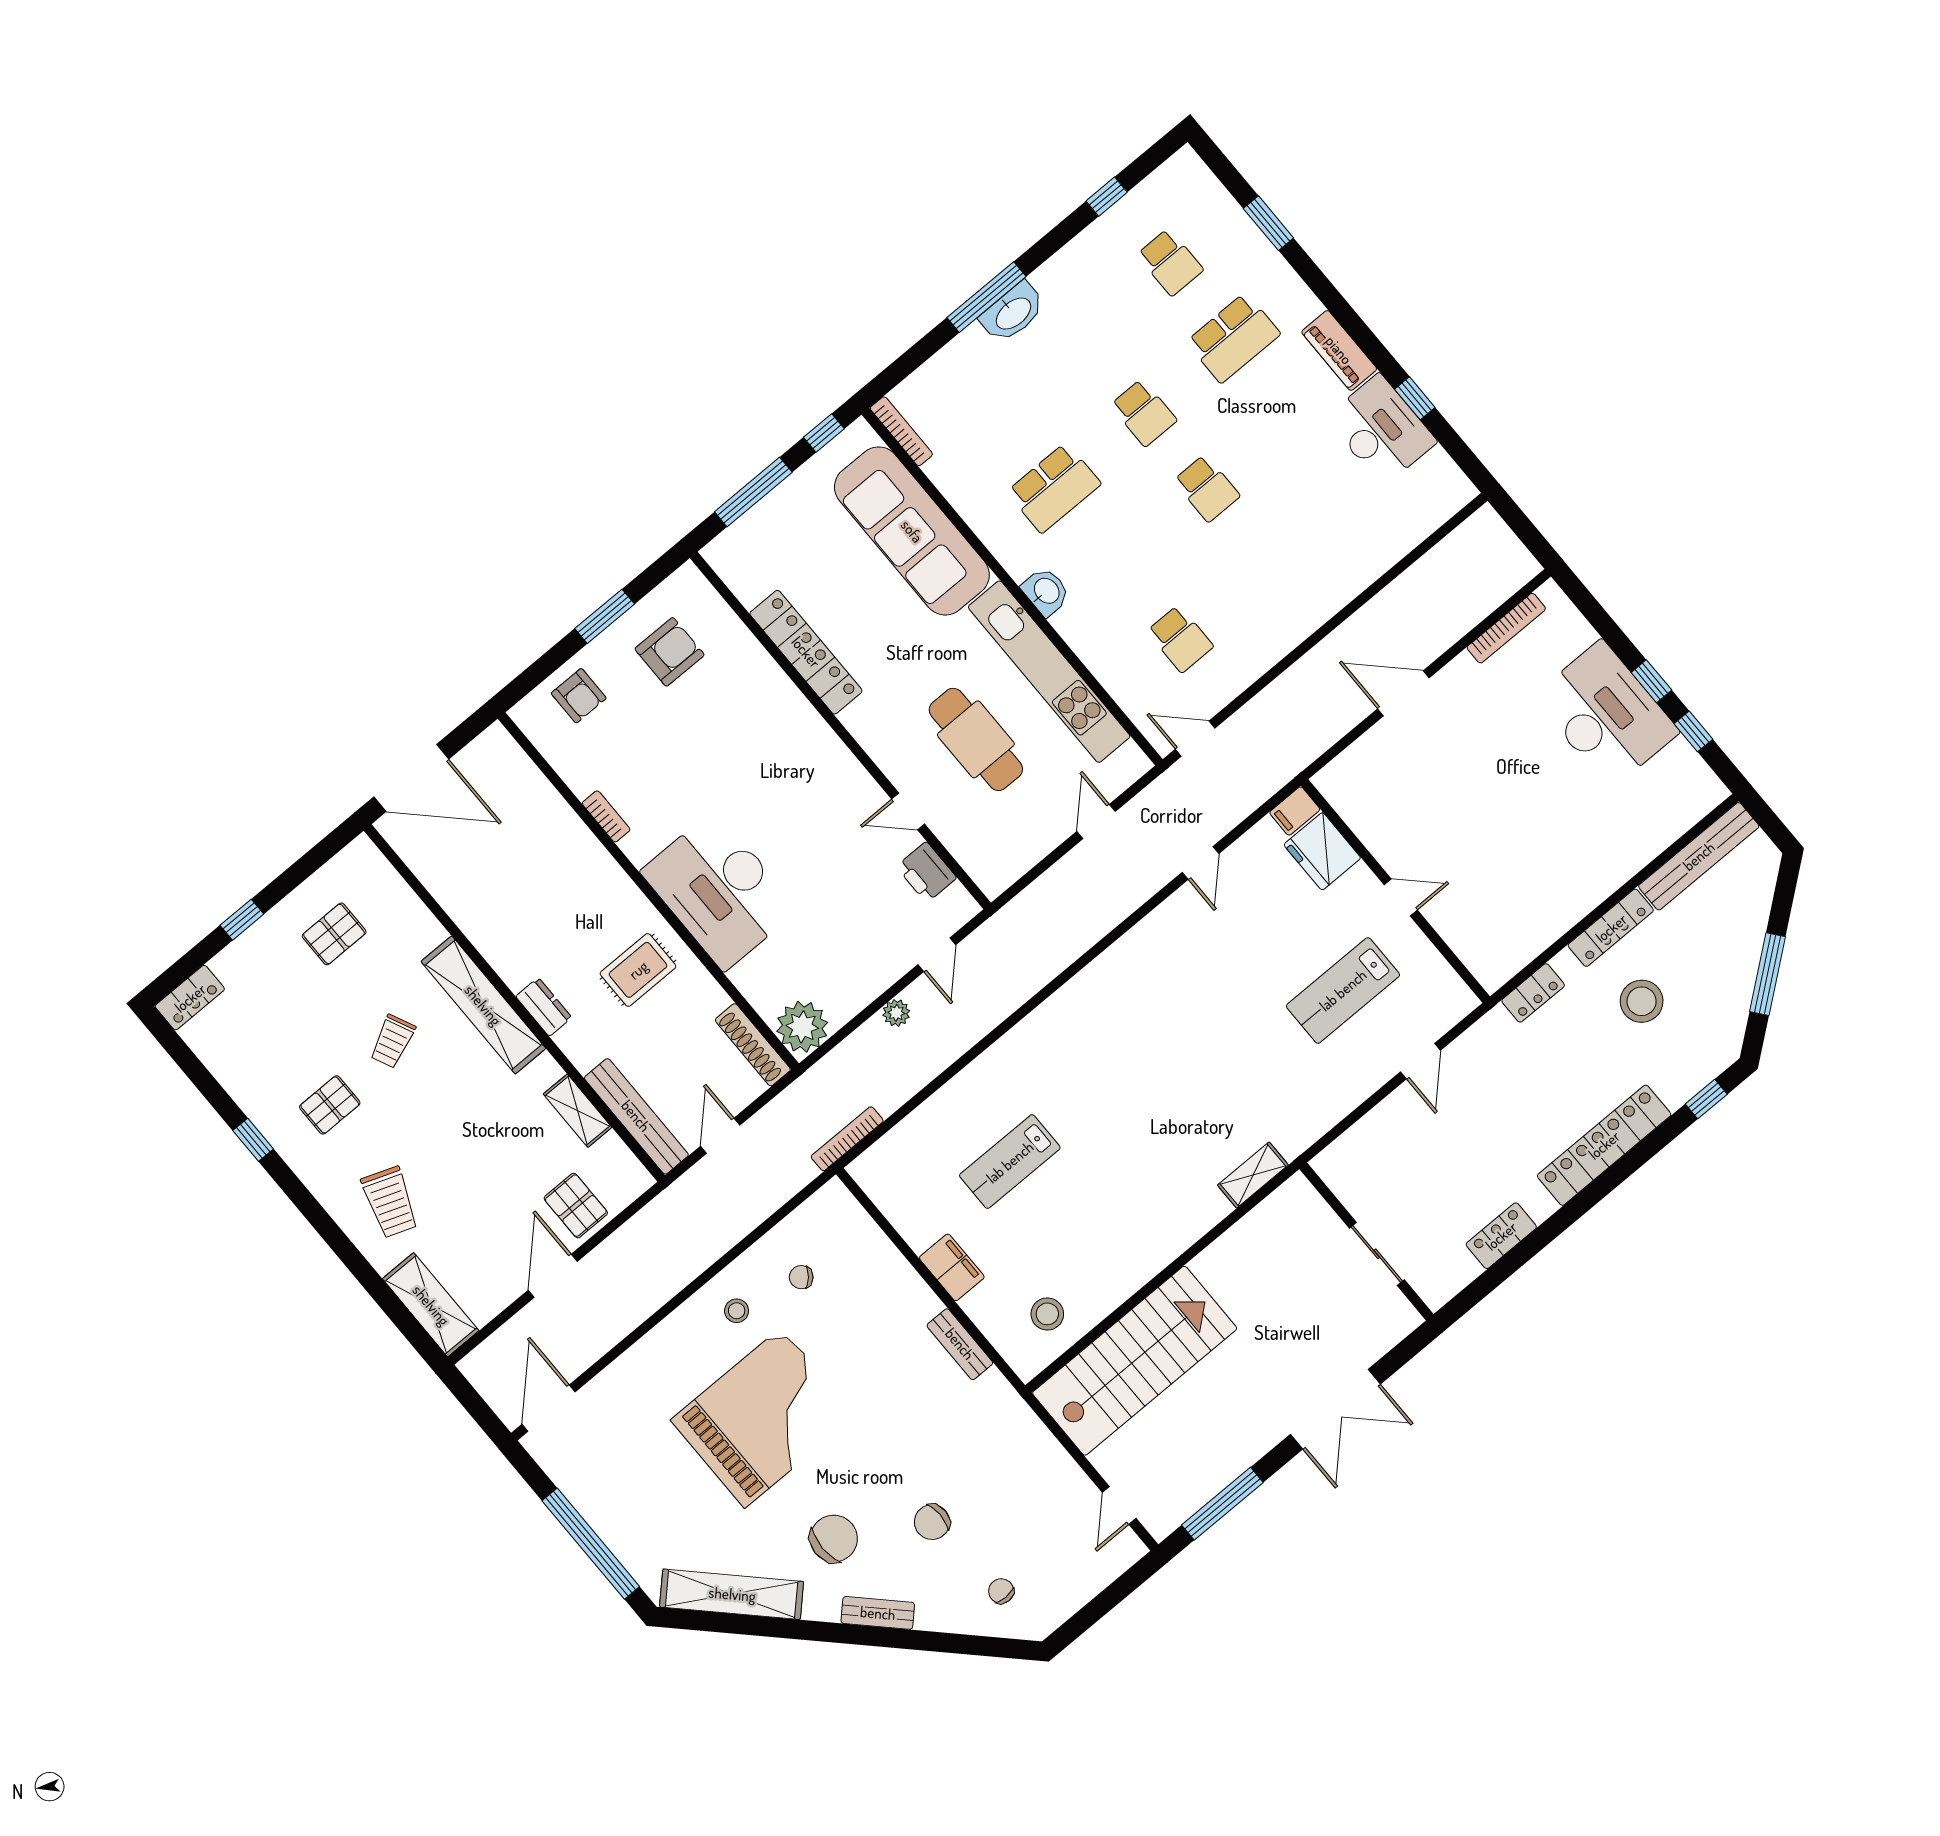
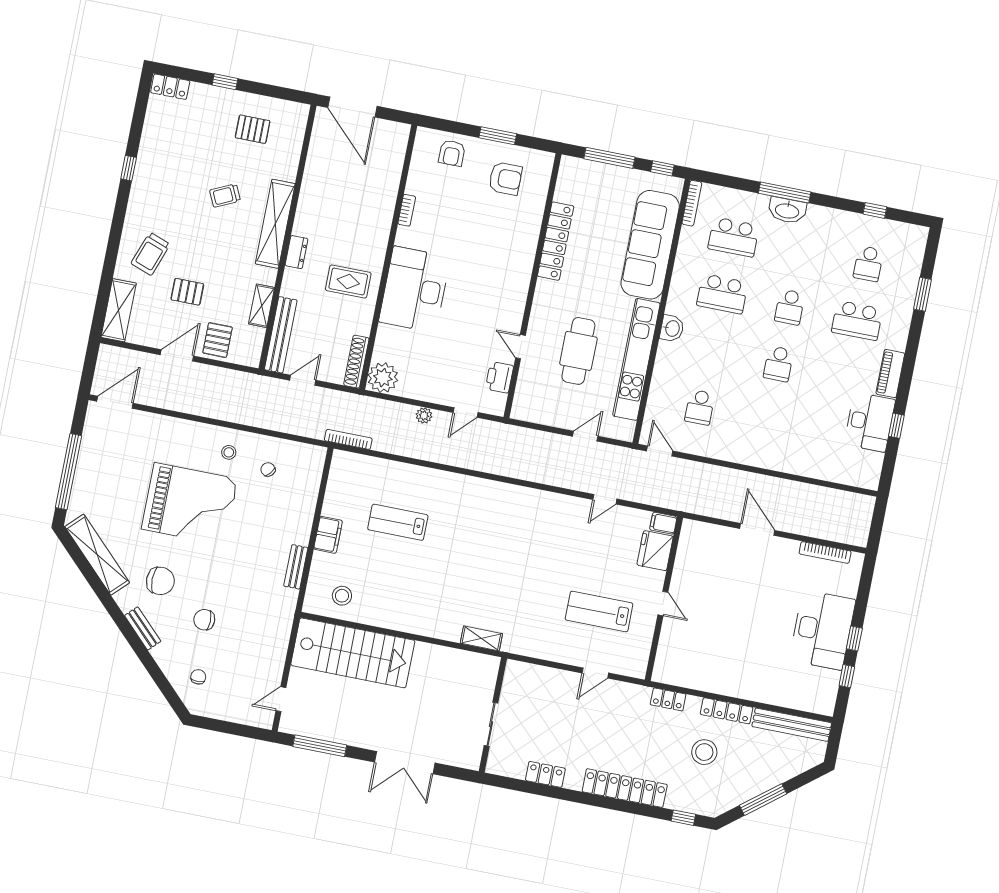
school desk: (991, 412) -> (734, 237), added
pallet: (330, 1105) -> (187, 292), moved

